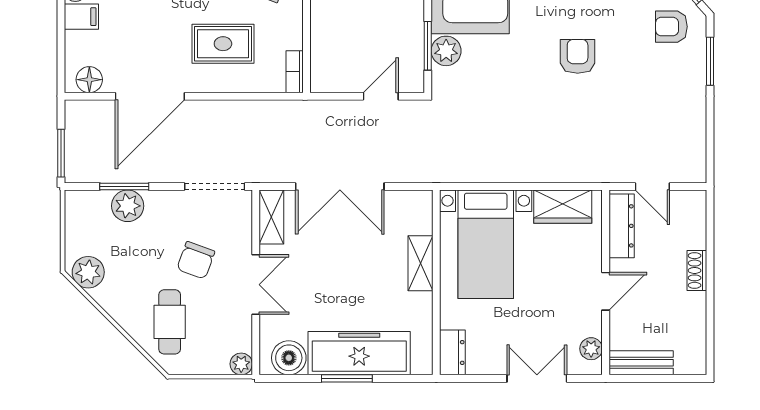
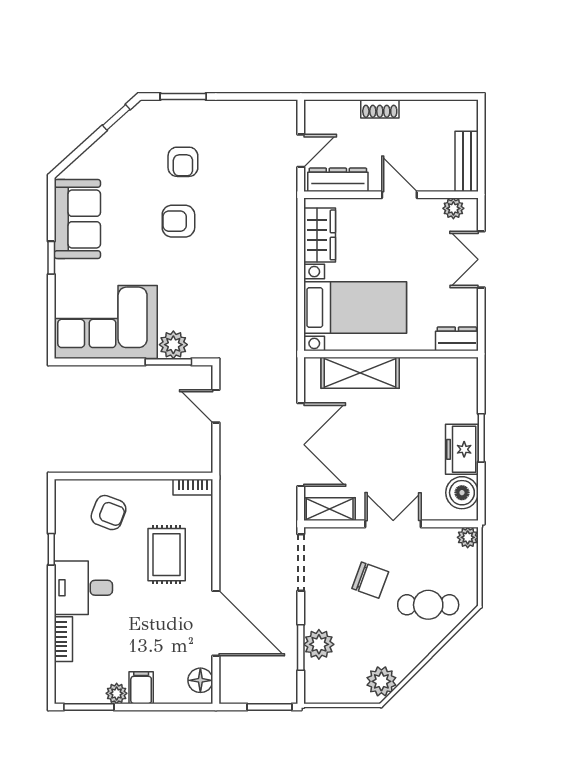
armchair: (671, 27) -> (183, 162), moved
shelving: (420, 263) -> (360, 373), width x1.50, depth x1.33
freezer: (359, 353) -> (462, 449), width x0.52, depth x0.79

